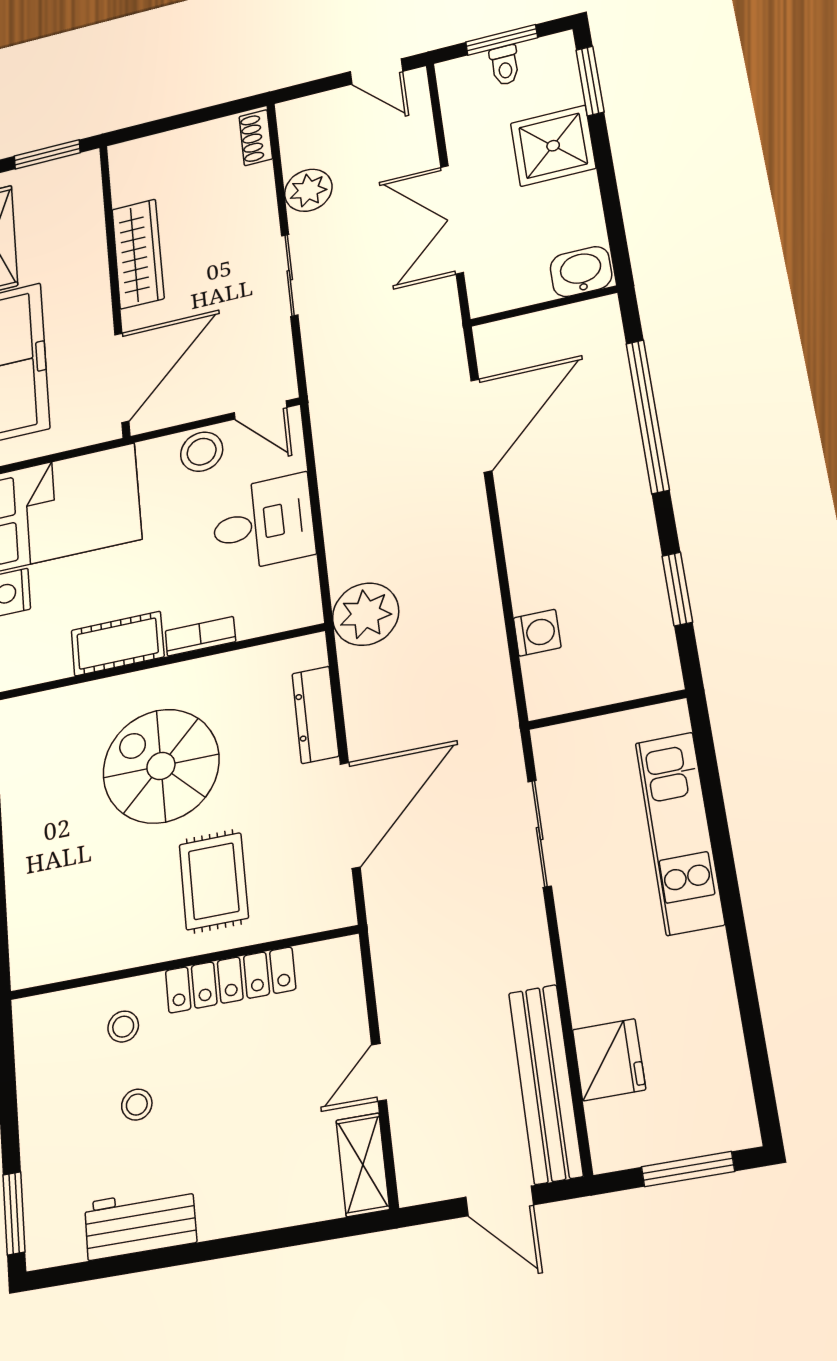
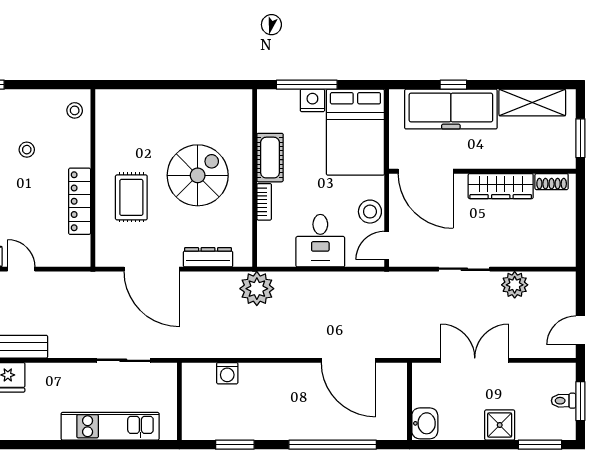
shoe rack: (256, 138) -> (552, 182), moved, turned 180
shower: (553, 146) -> (500, 425), width x0.73, depth x0.73
rug: (214, 881) -> (131, 197), turned 90
stool: (123, 1027) -> (75, 110), moved

